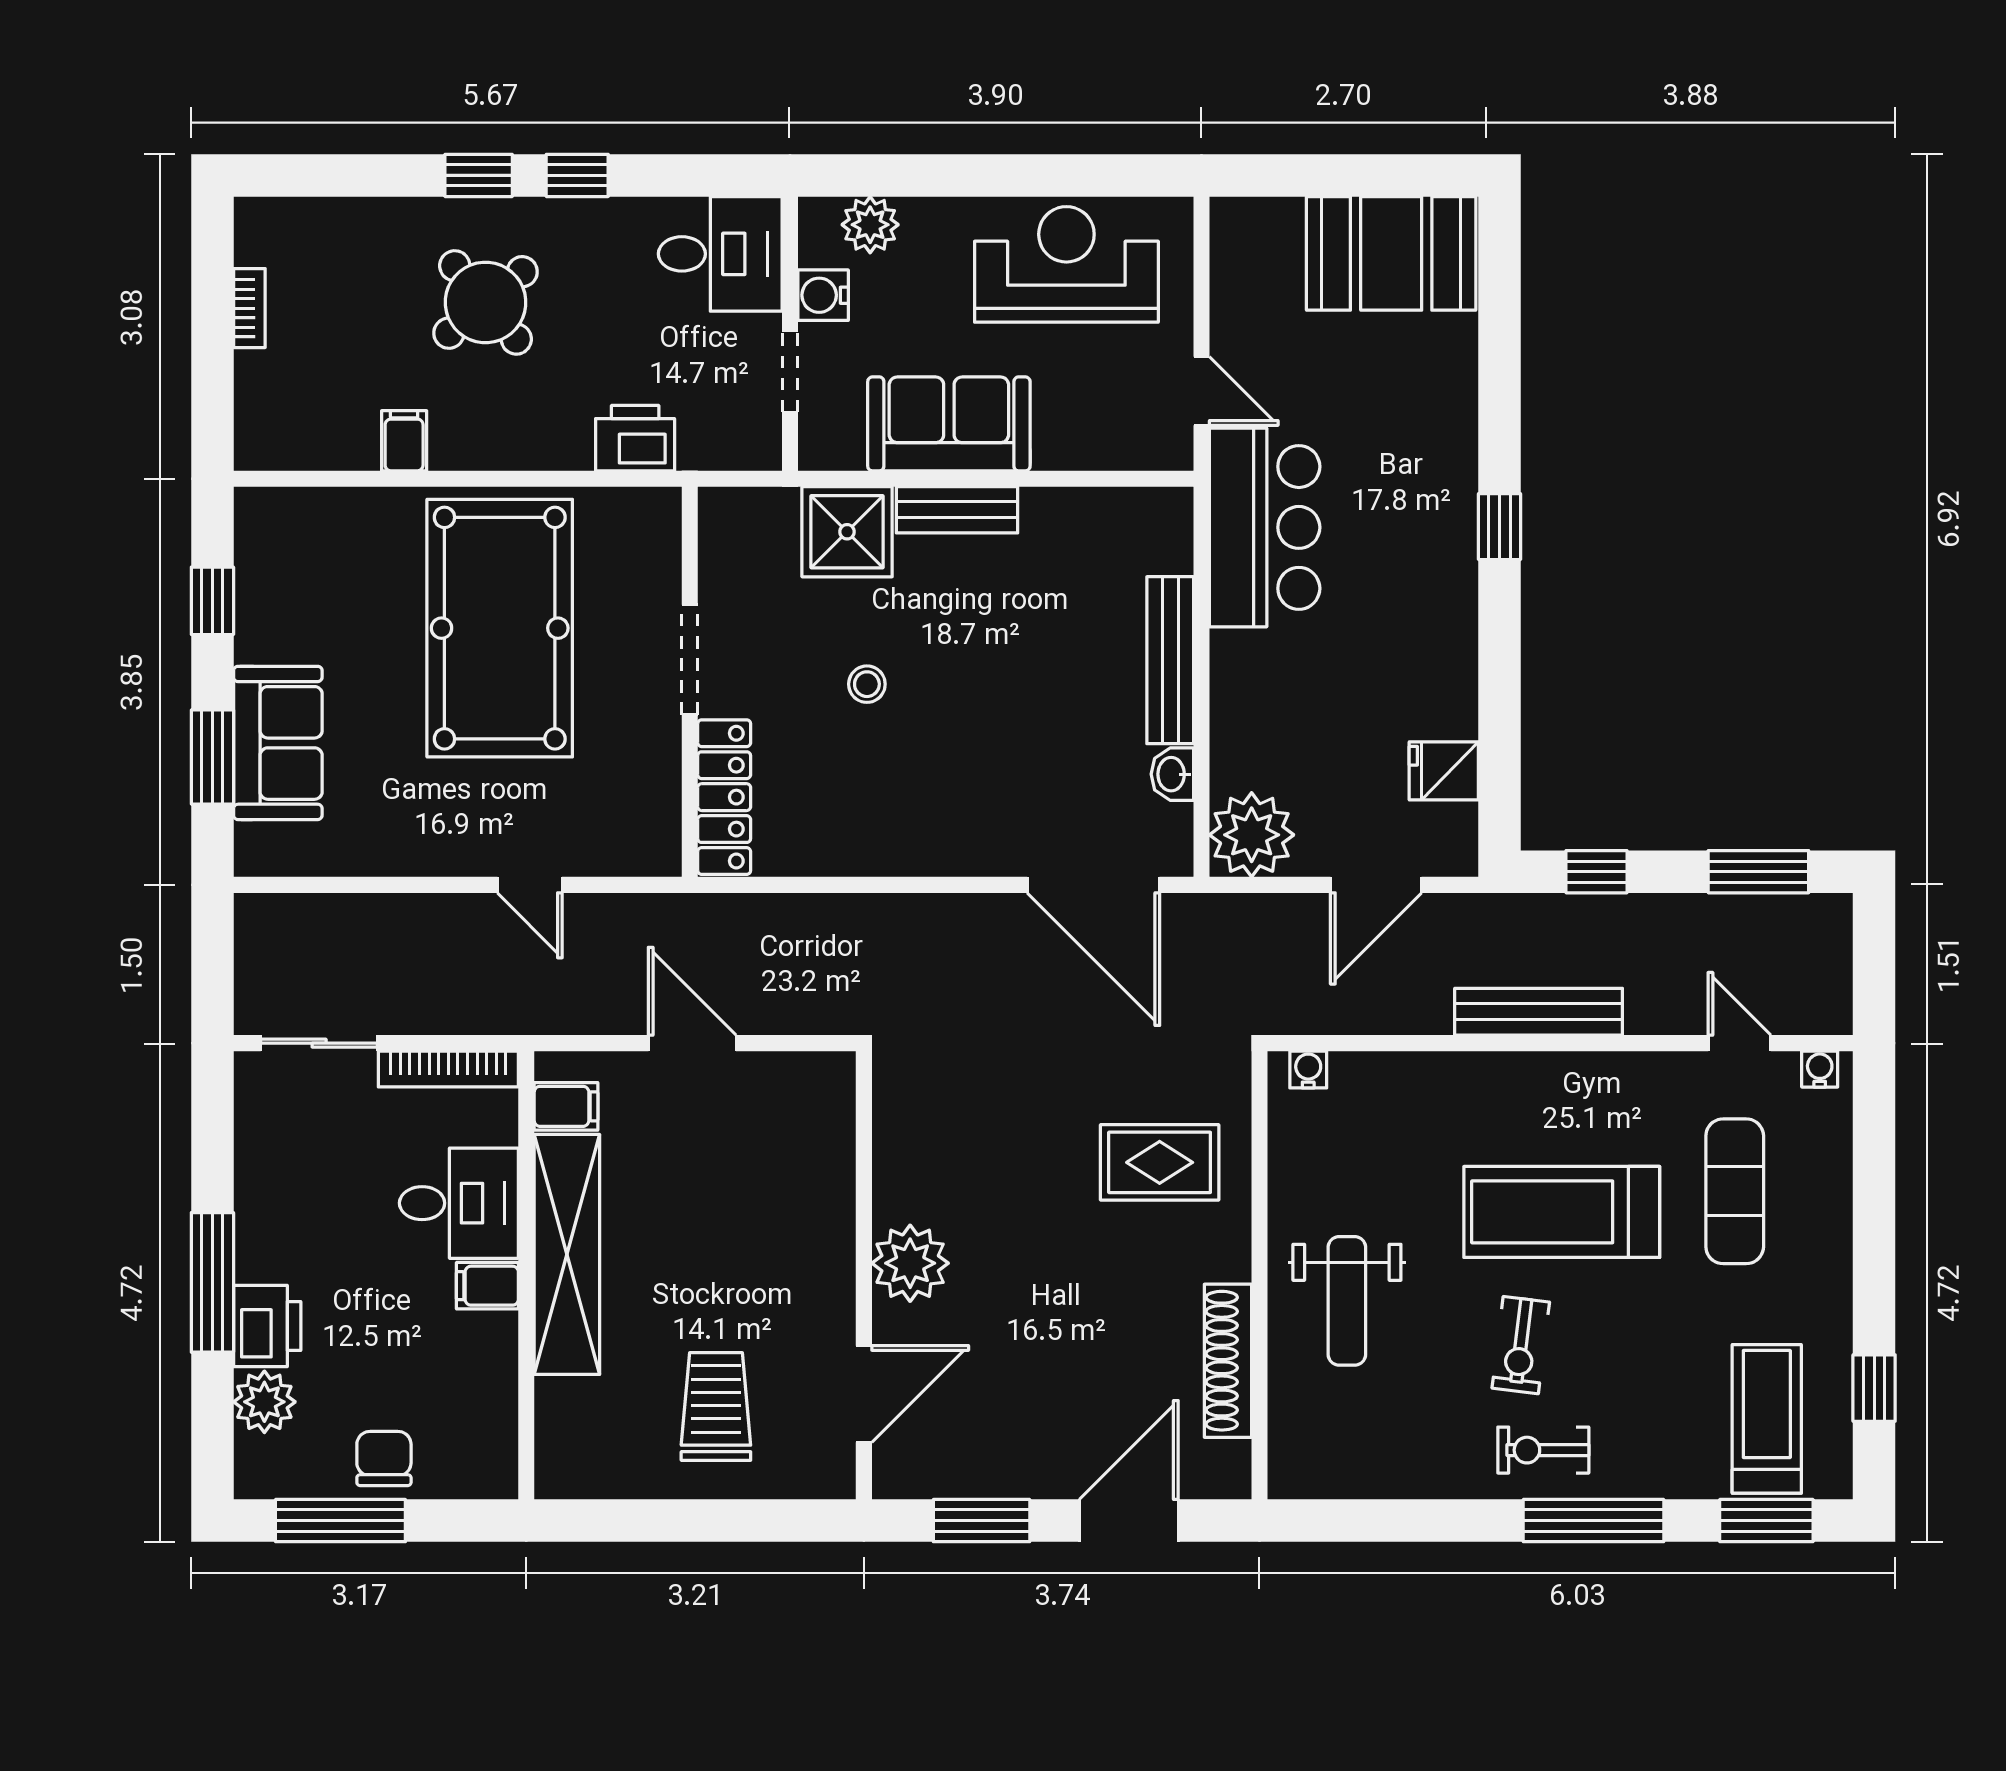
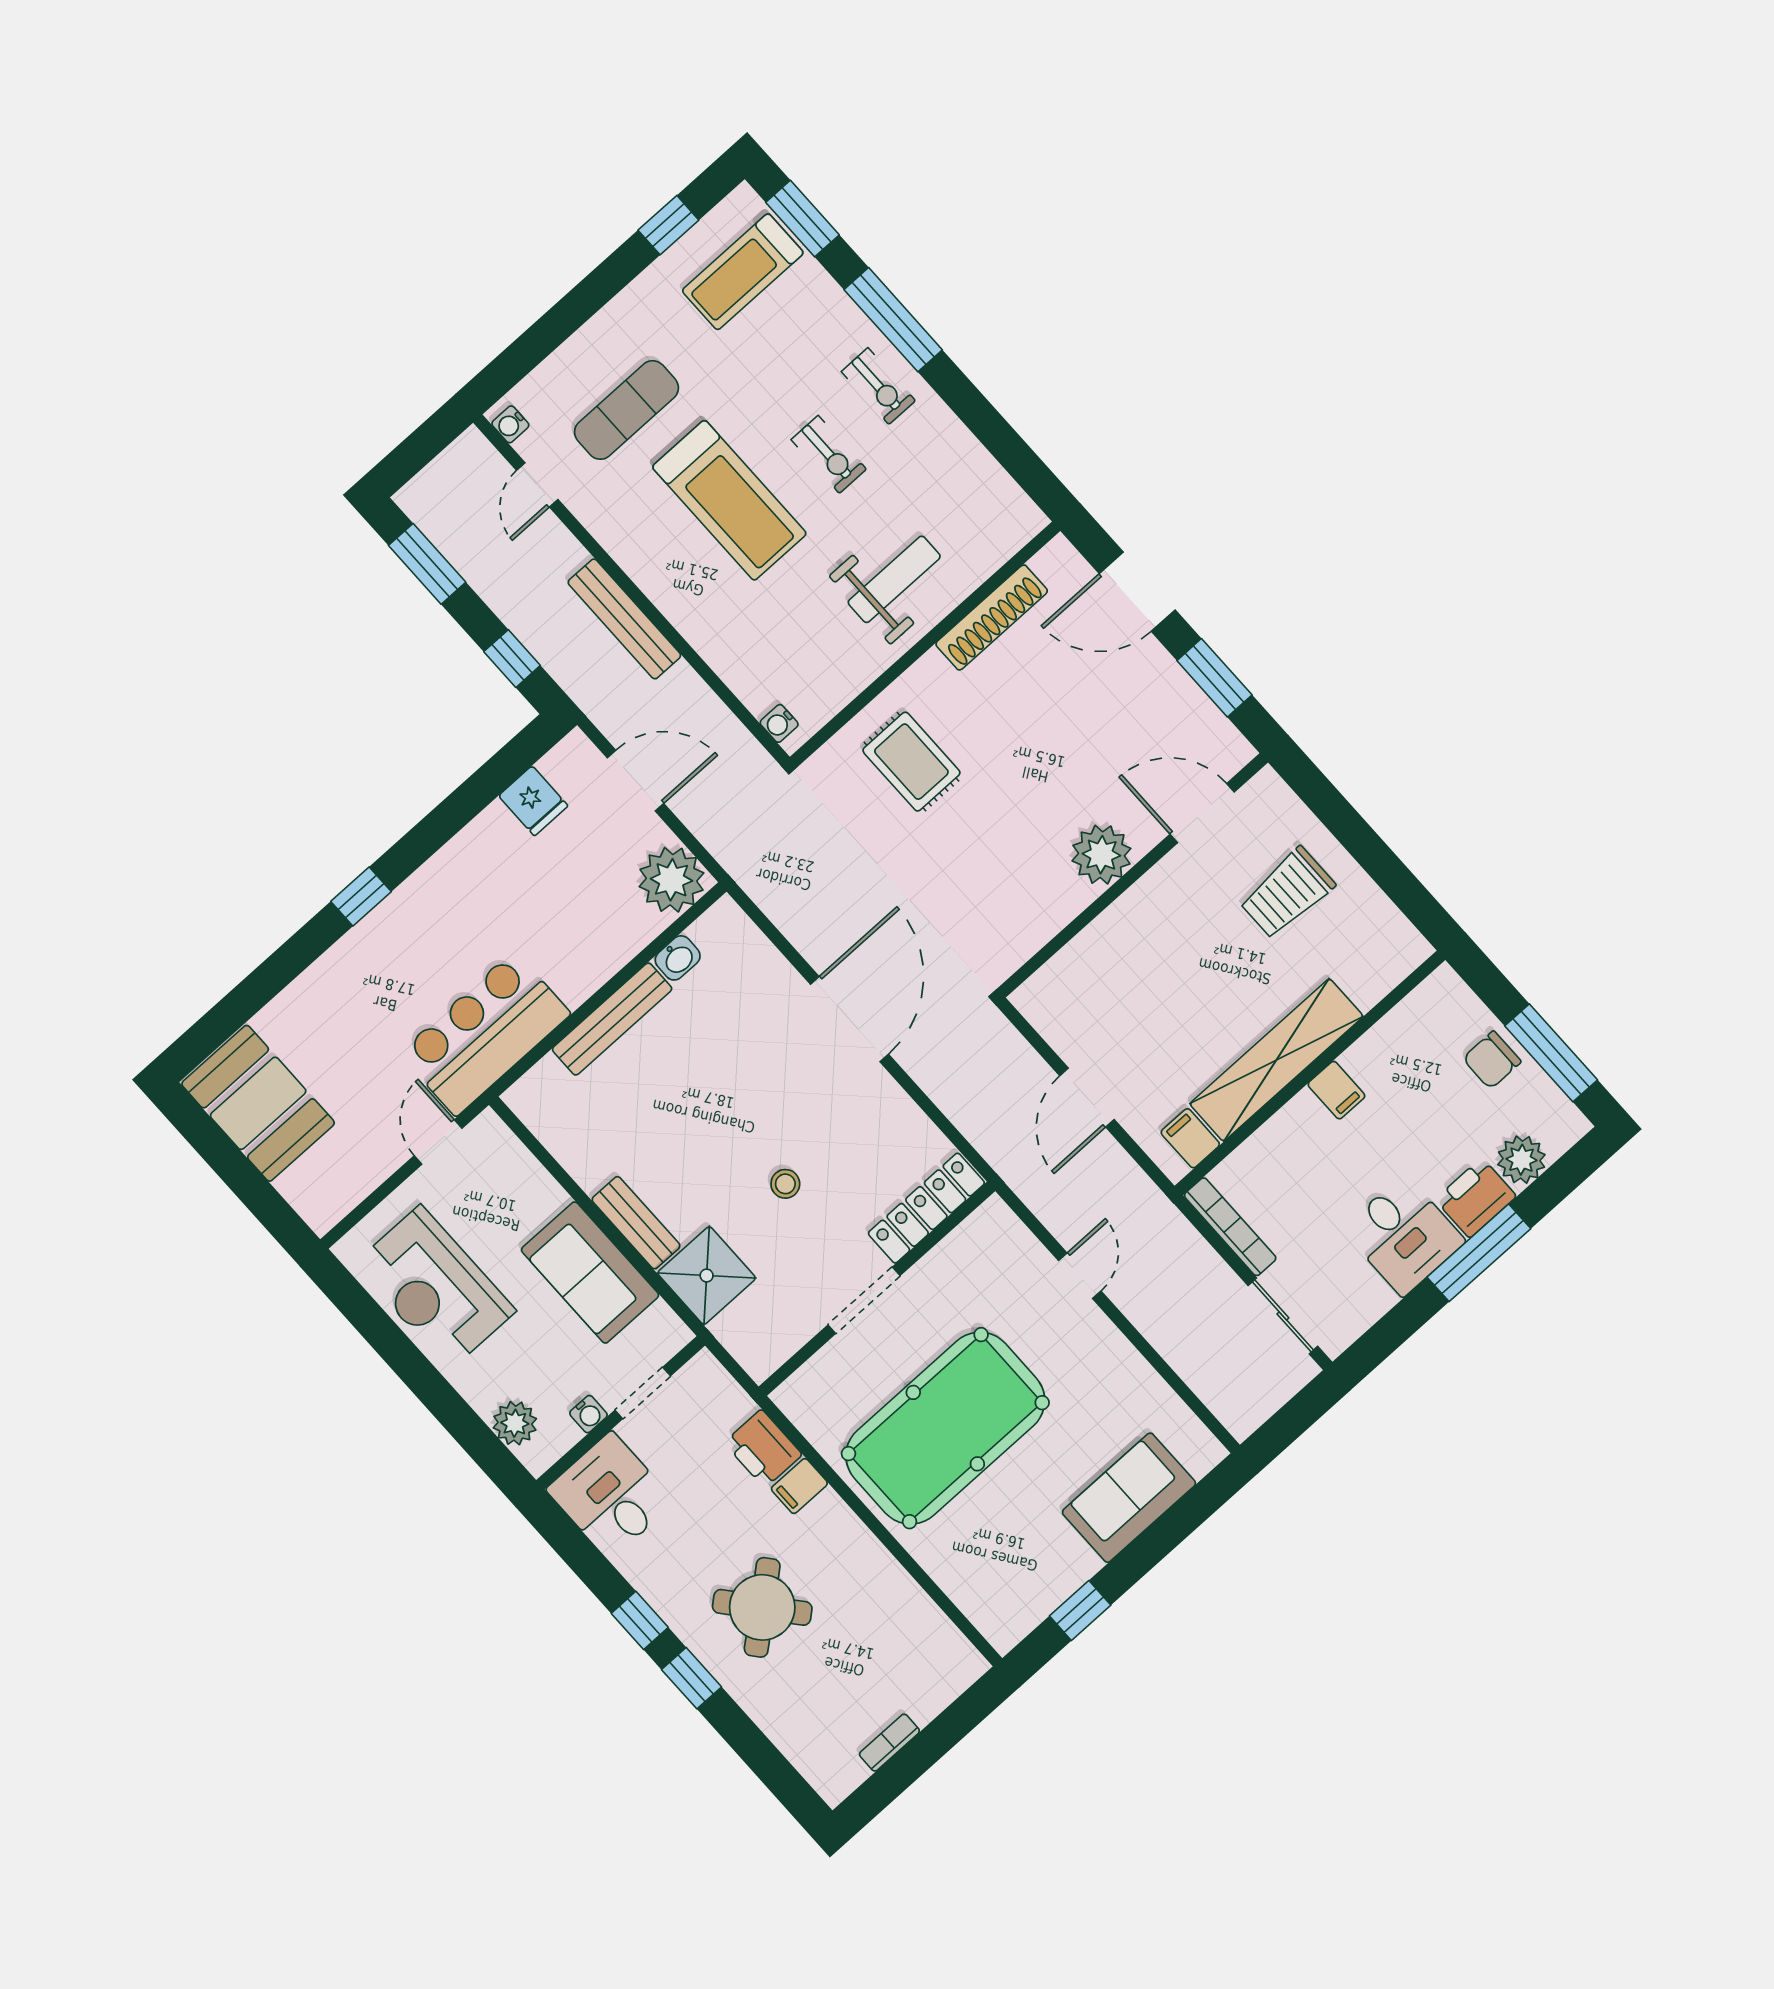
water cooler: (823, 295) -> (588, 1414), width x0.72, depth x0.72
filing cabinet: (404, 441) -> (799, 1486), moved
window: (212, 757) -> (1172, 1529), removed
door: (1093, 885) -> (850, 1019), moved
desk: (459, 1203) -> (1404, 1235), moved, turned 180
exercise bike: (1521, 1345) -> (829, 454), turned 83

